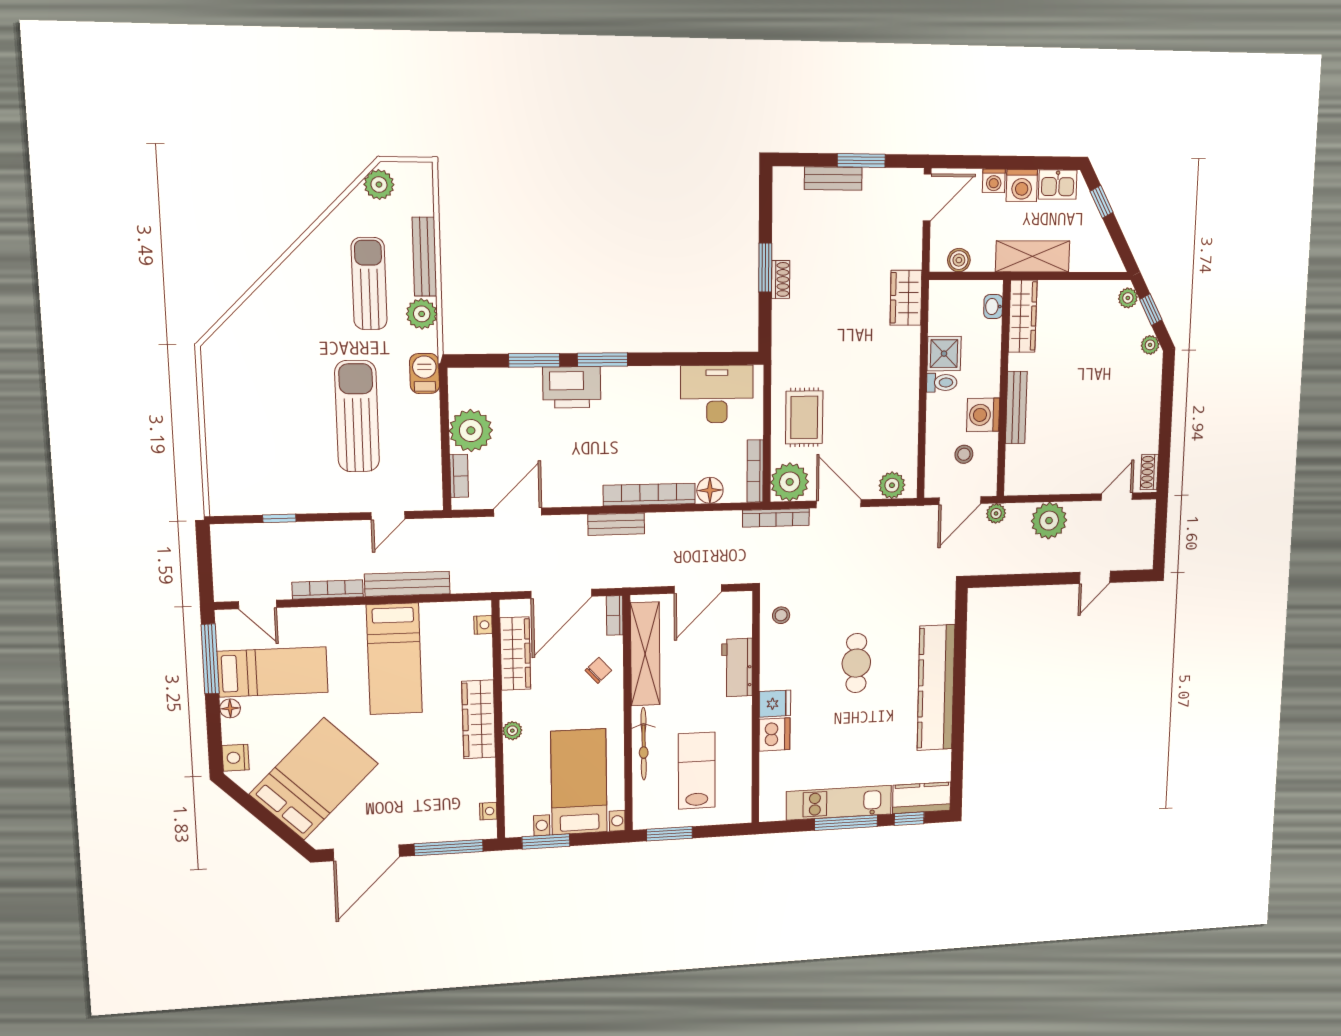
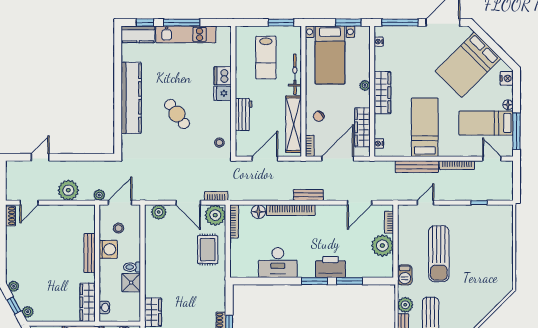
desk: (717, 394) -> (278, 263), moved
bookcase: (776, 518) -> (216, 196), width x0.64
cafe table: (856, 663) -> (177, 114), turned -36

